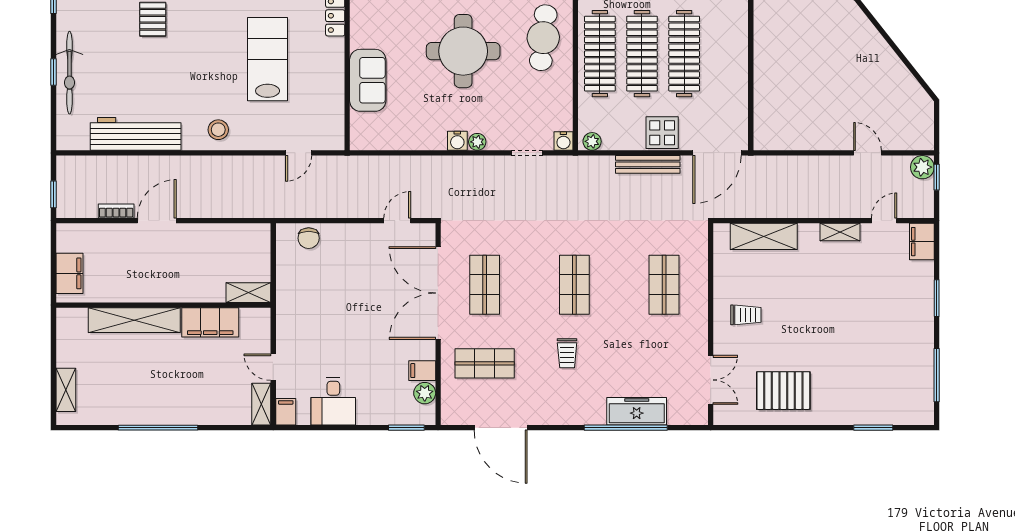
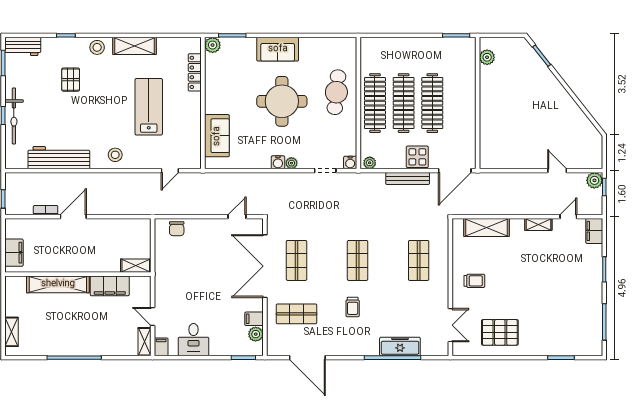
sofa: (368, 80) -> (217, 136), moved

